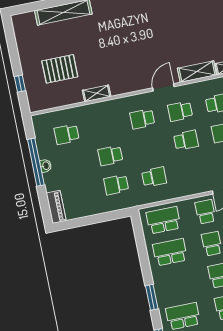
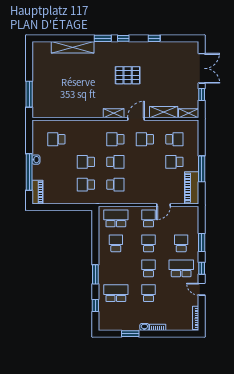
pallet: (60, 69) -> (128, 75), moved
window: (20, 84) -> (29, 94), width x2.17
shelving: (97, 93) -> (114, 113), moved
school desk: (186, 140) -> (115, 162), moved
window: (36, 162) -> (29, 172), moved
school desk: (170, 252) -> (116, 243), width x0.54

